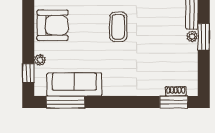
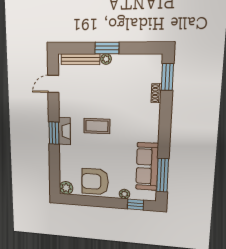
armchair: (53, 25) -> (95, 182), turned -90
shoe rack: (176, 91) -> (156, 93), moved

